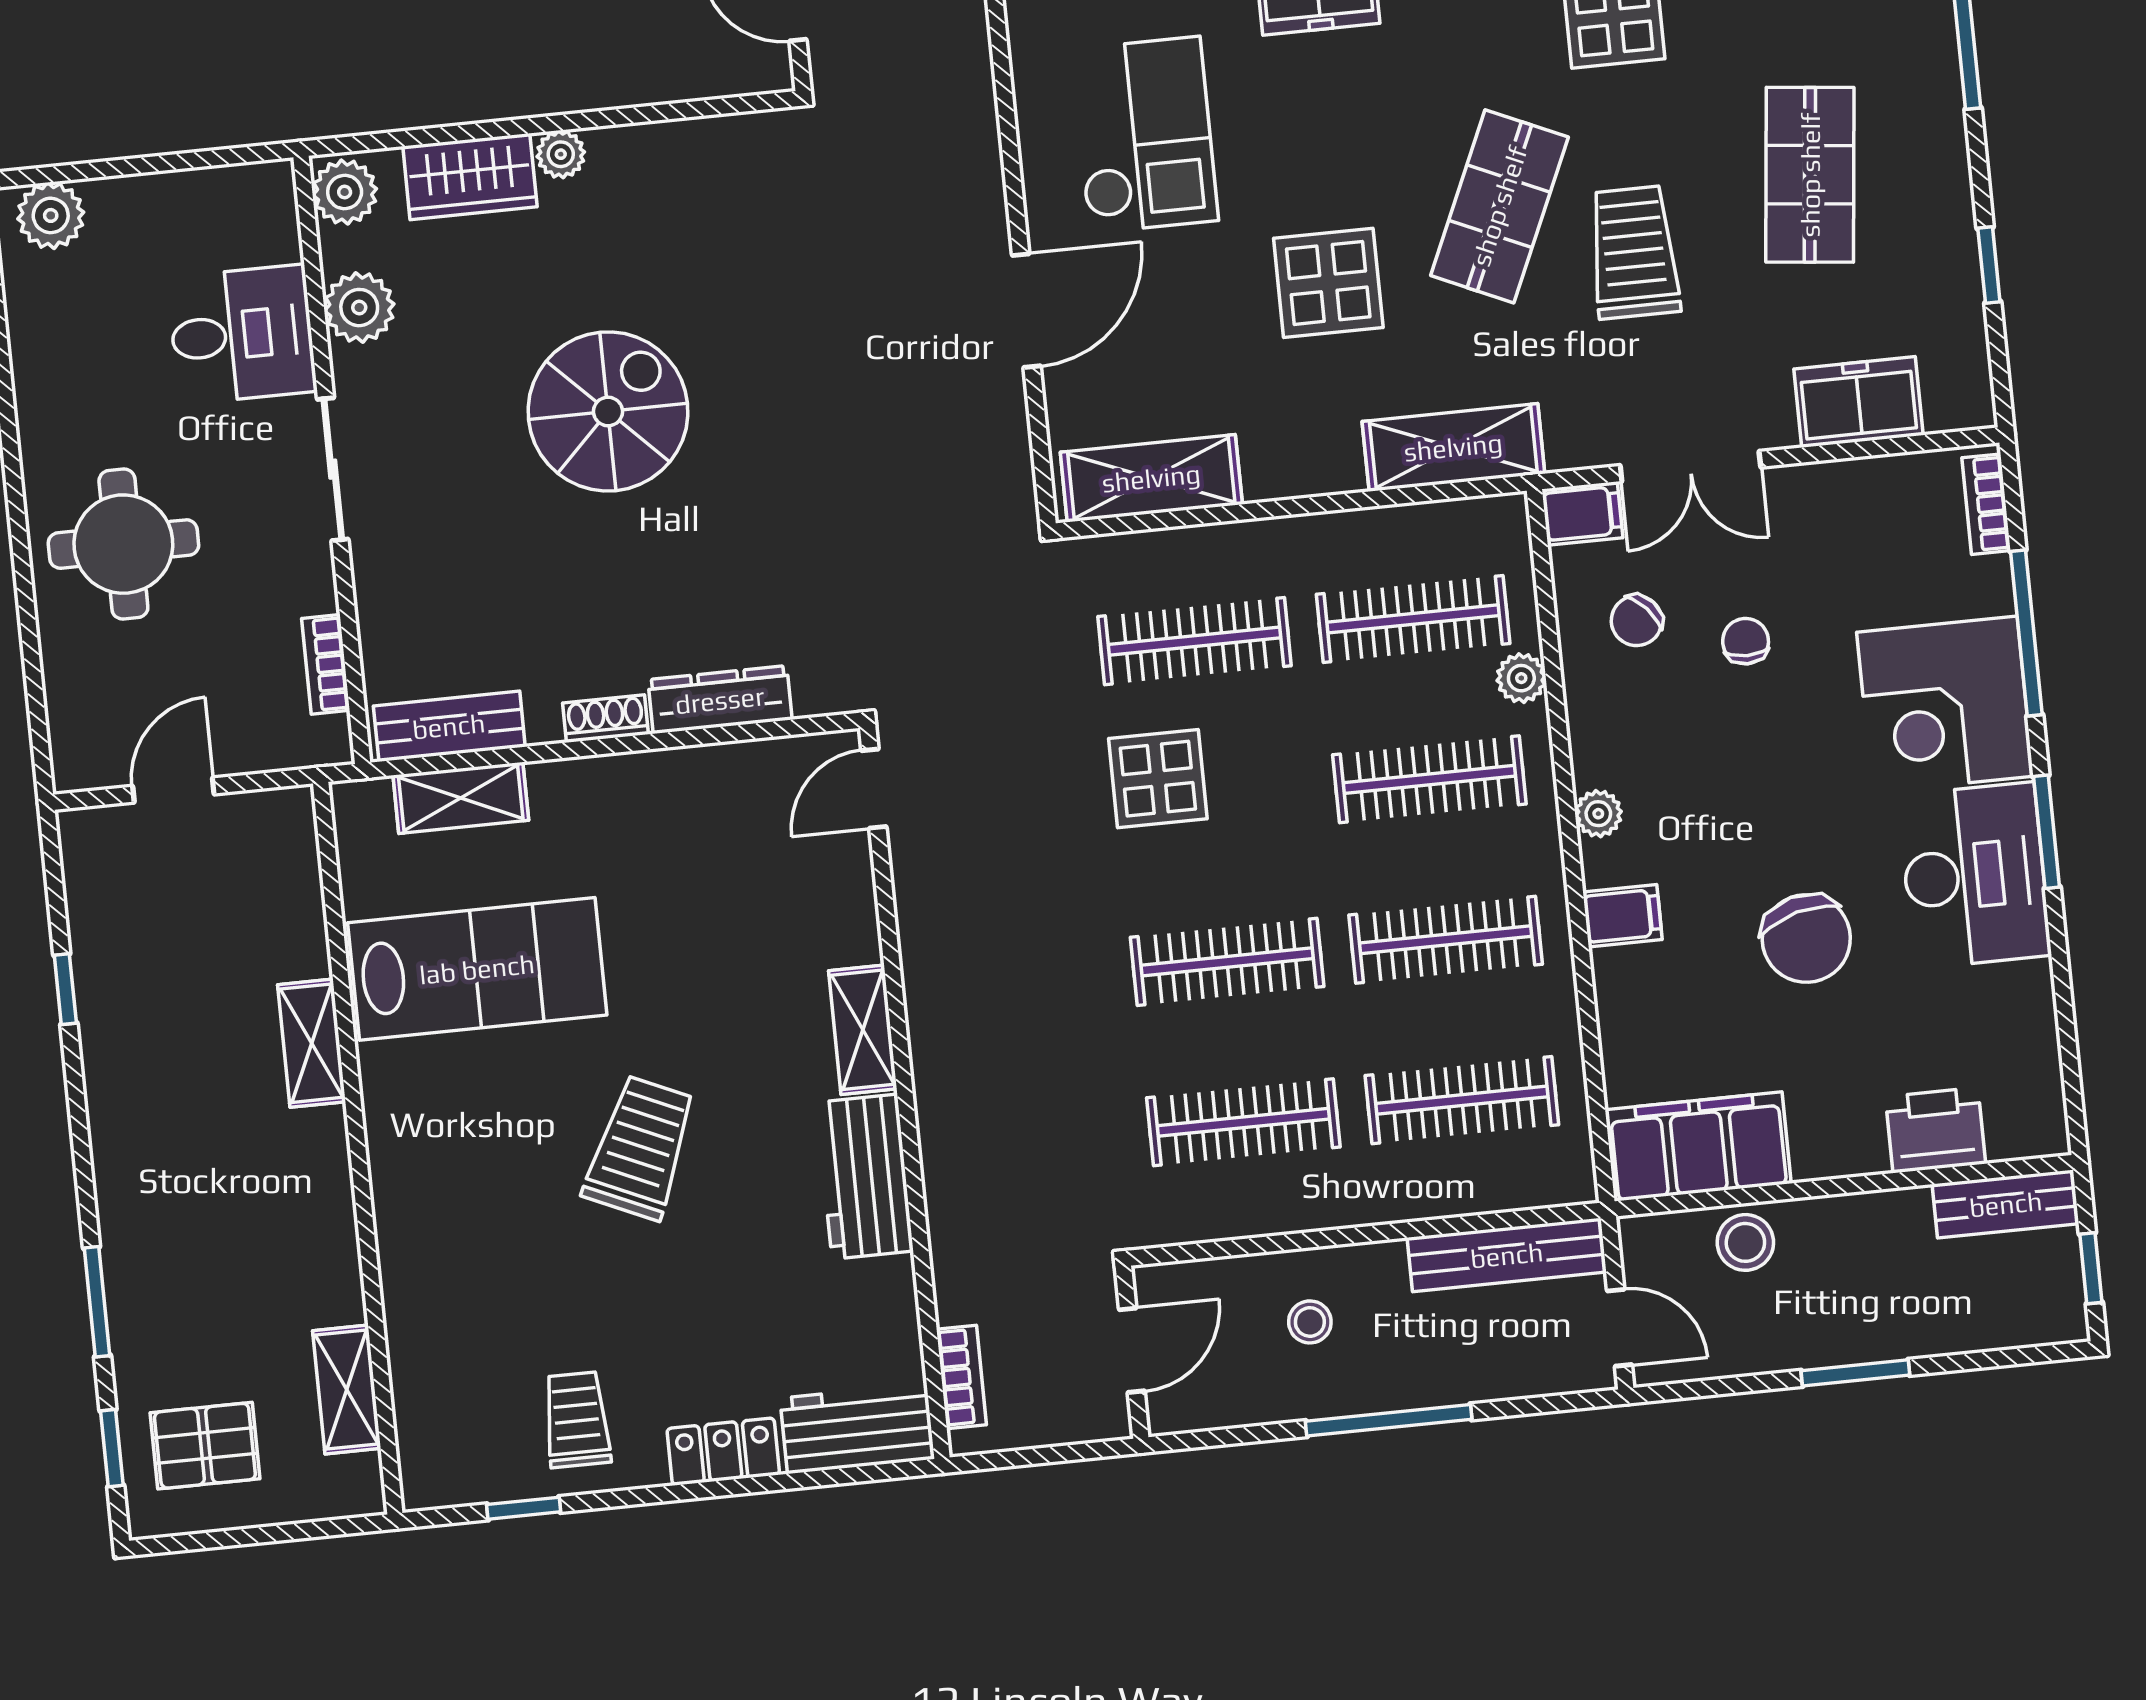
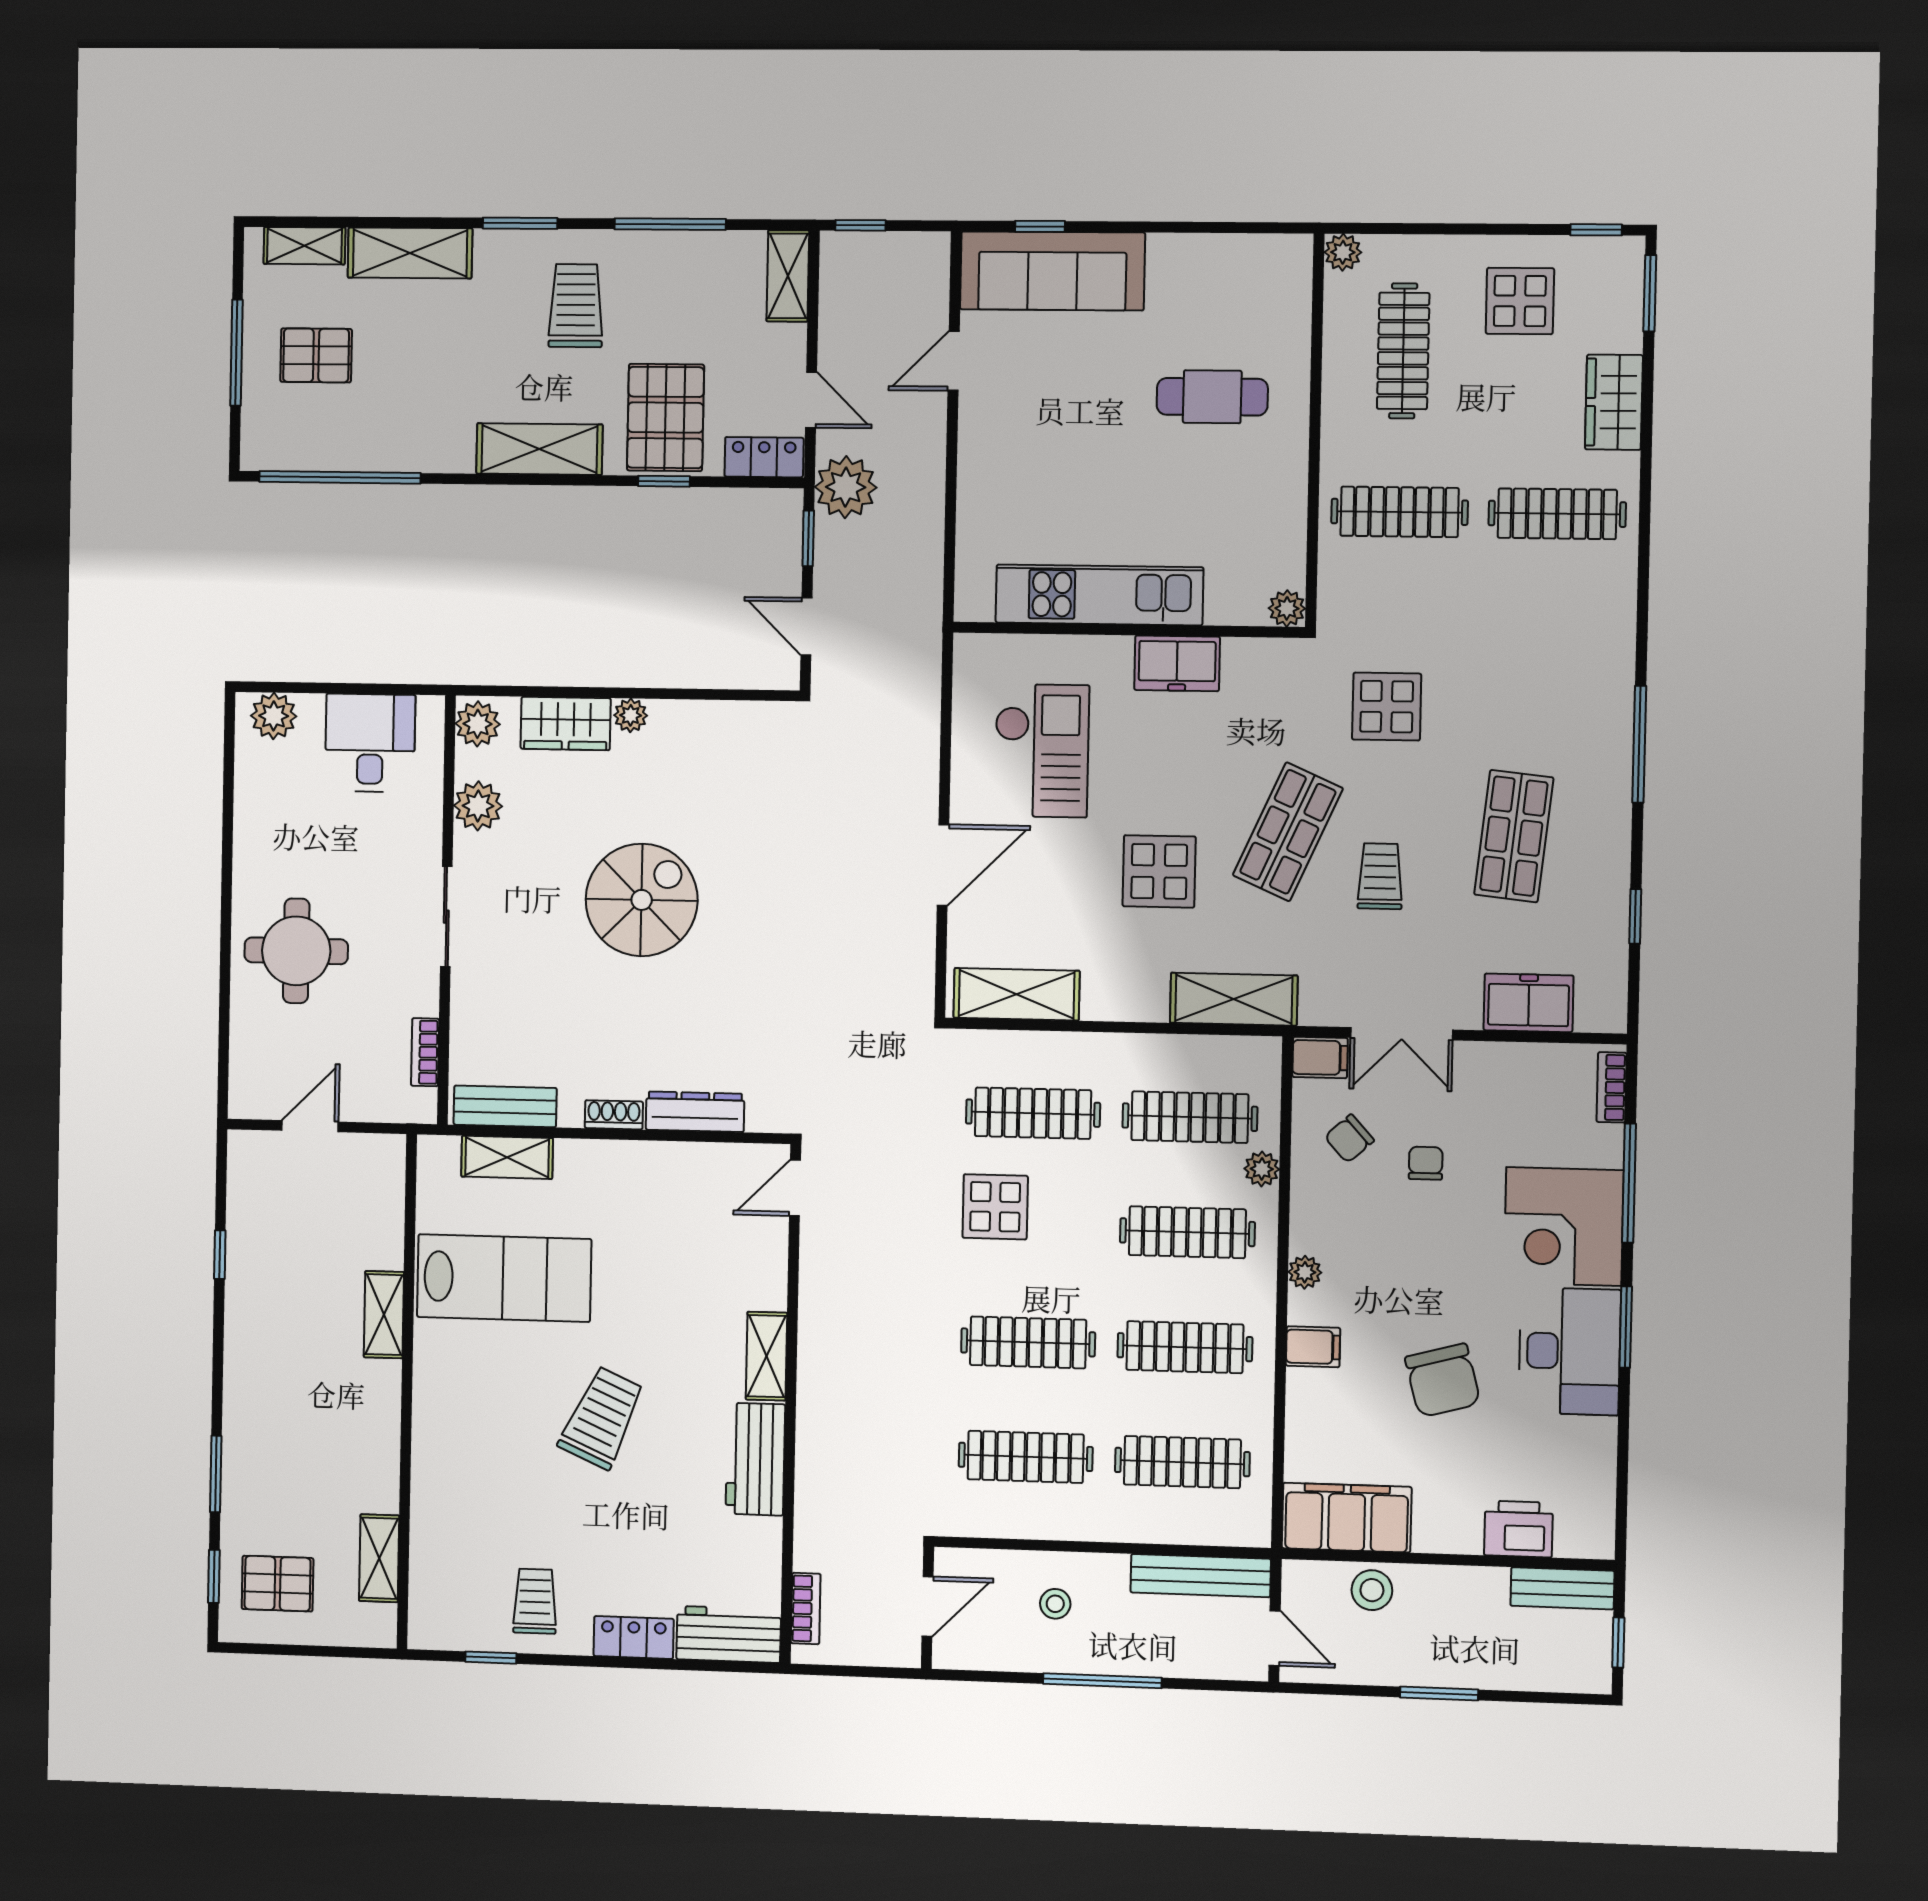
trolley: (1634, 252) -> (1380, 876), width x0.73, depth x0.72
desk: (242, 334) -> (370, 743), moved, turned -90

